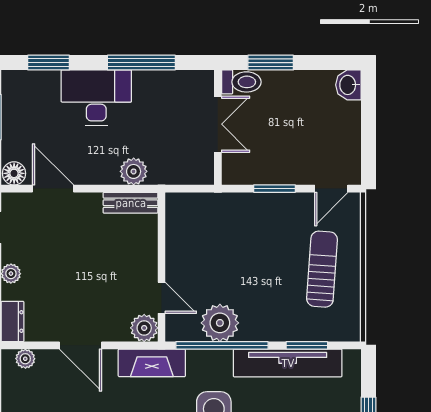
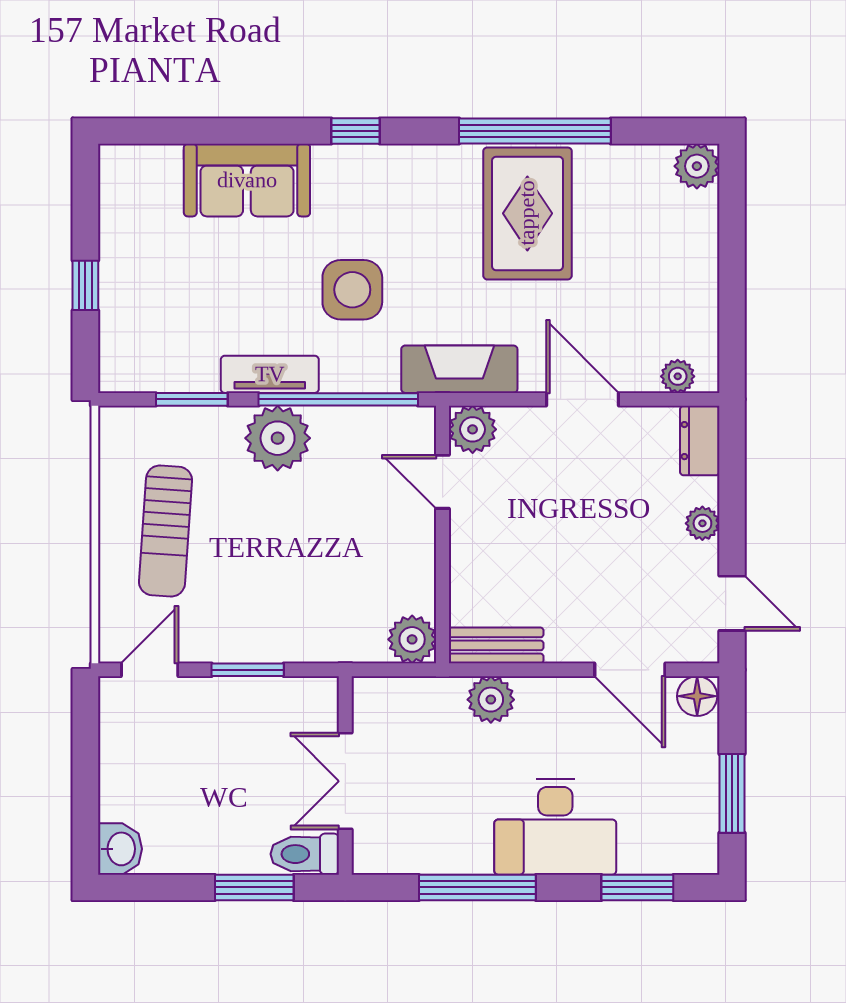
plant: (179, 206) -> (412, 639), added
plant: (220, 323) -> (278, 438), moved
tv unit: (288, 363) -> (270, 374), width x0.52, depth x0.78

